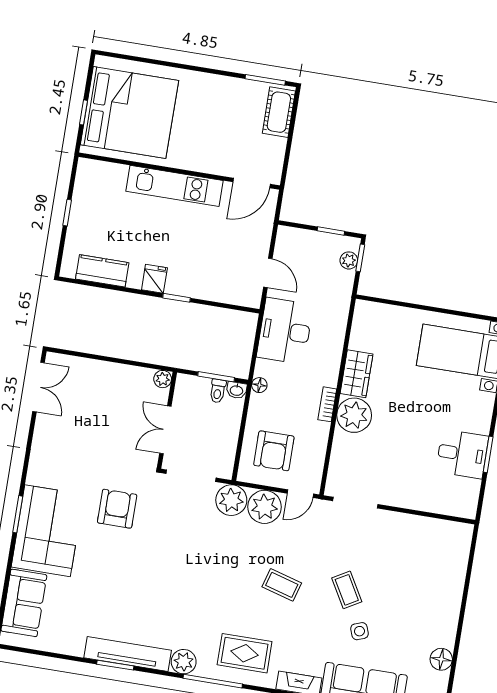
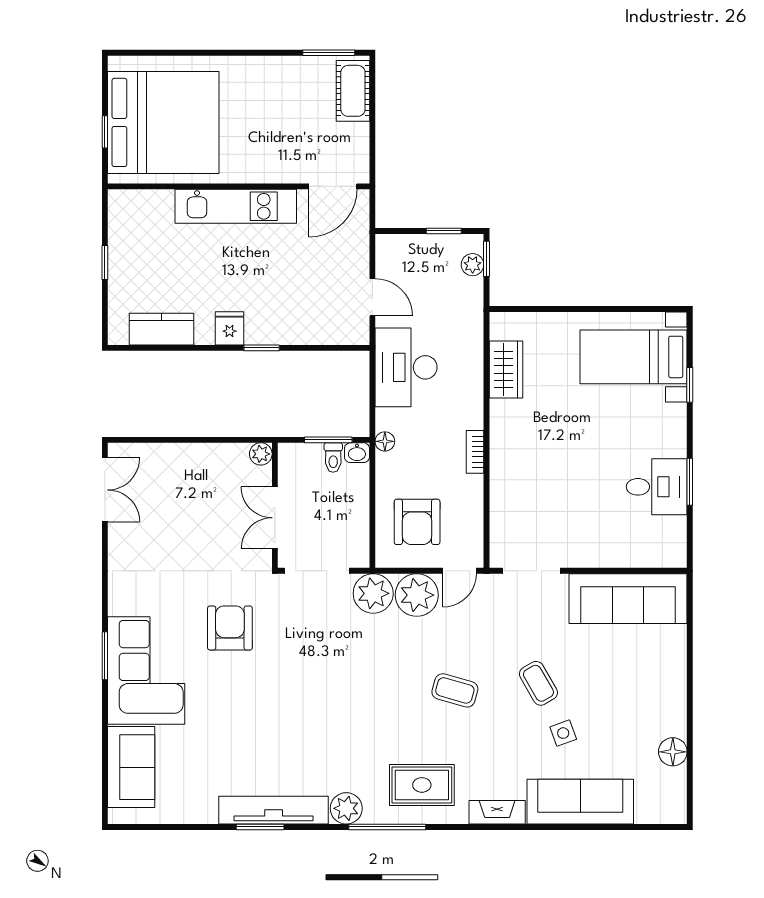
wardrobe: (357, 374) -> (506, 370), moved
plant: (354, 415) -> (512, 460), removed
sofa: (426, 536) -> (628, 599), added

